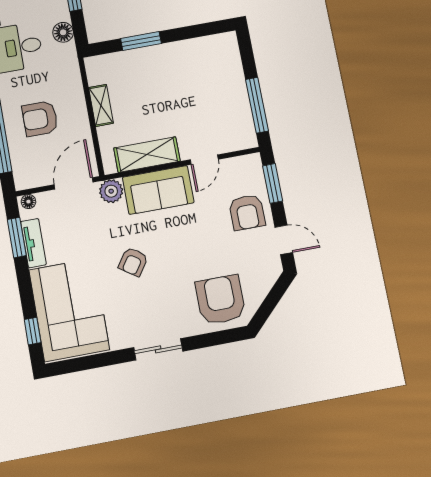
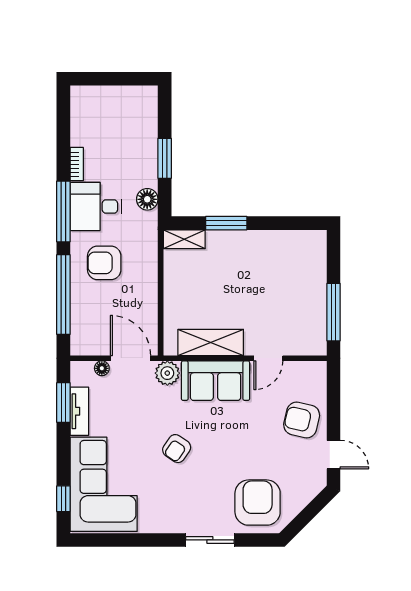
shelving: (101, 105) -> (184, 239), moved, turned 90
armchair: (40, 119) -> (104, 263), moved
door: (74, 183) -> (131, 358), hinge flipped
window: (273, 183) -> (334, 395), removed
floor lamp: (28, 202) -> (102, 368), moved
armchair: (247, 212) -> (302, 420), turned 103
sliding door: (158, 349) -> (210, 540), moved

